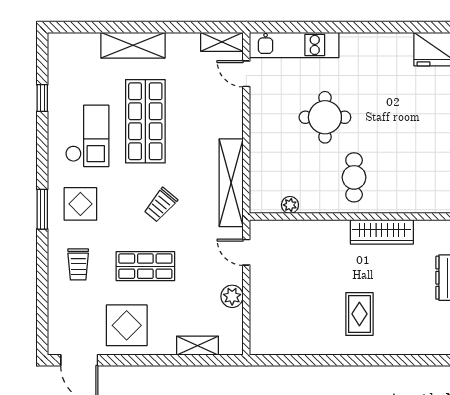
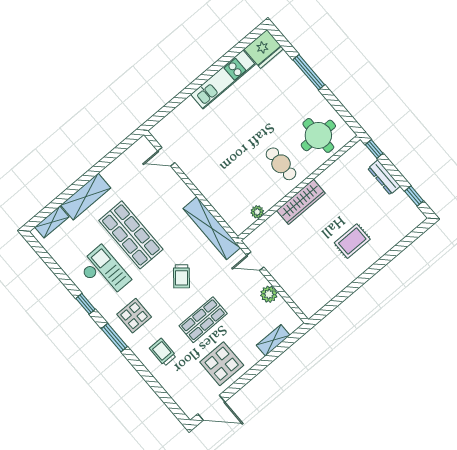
shelving: (222, 42) -> (52, 222), moved
kitchen unit: (294, 45) -> (223, 79), moved
window: (42, 98) -> (86, 304), moved
round table: (325, 117) -> (318, 135), moved
wardrobe: (382, 232) -> (301, 202), moved
trolley: (78, 264) -> (163, 352), turned 180
rug: (359, 314) -> (352, 241), turned 90

